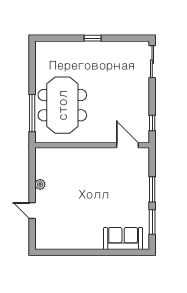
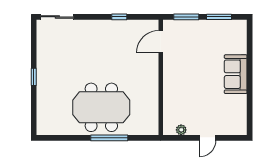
wall: (92, 145) -> (161, 77), moved
door: (127, 145) -> (161, 42), moved
sofa: (123, 238) -> (236, 74), moved

